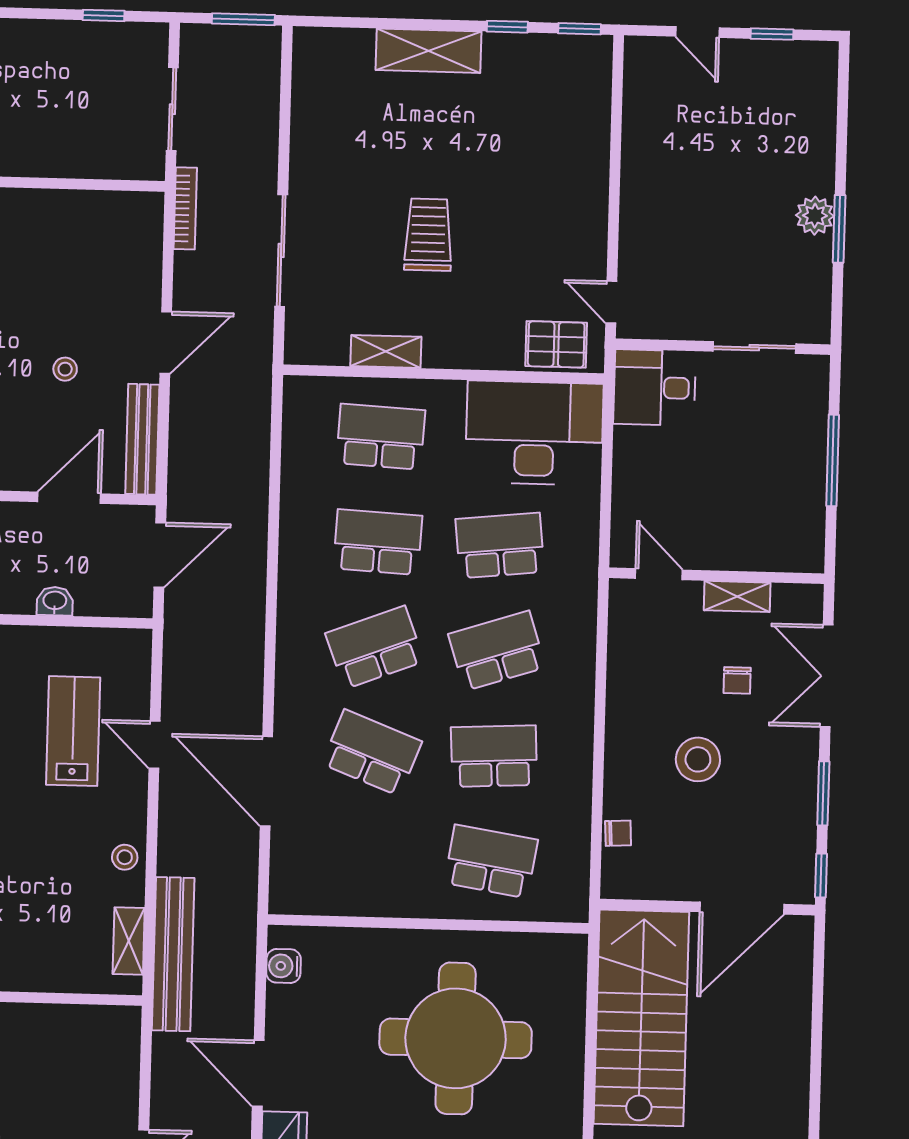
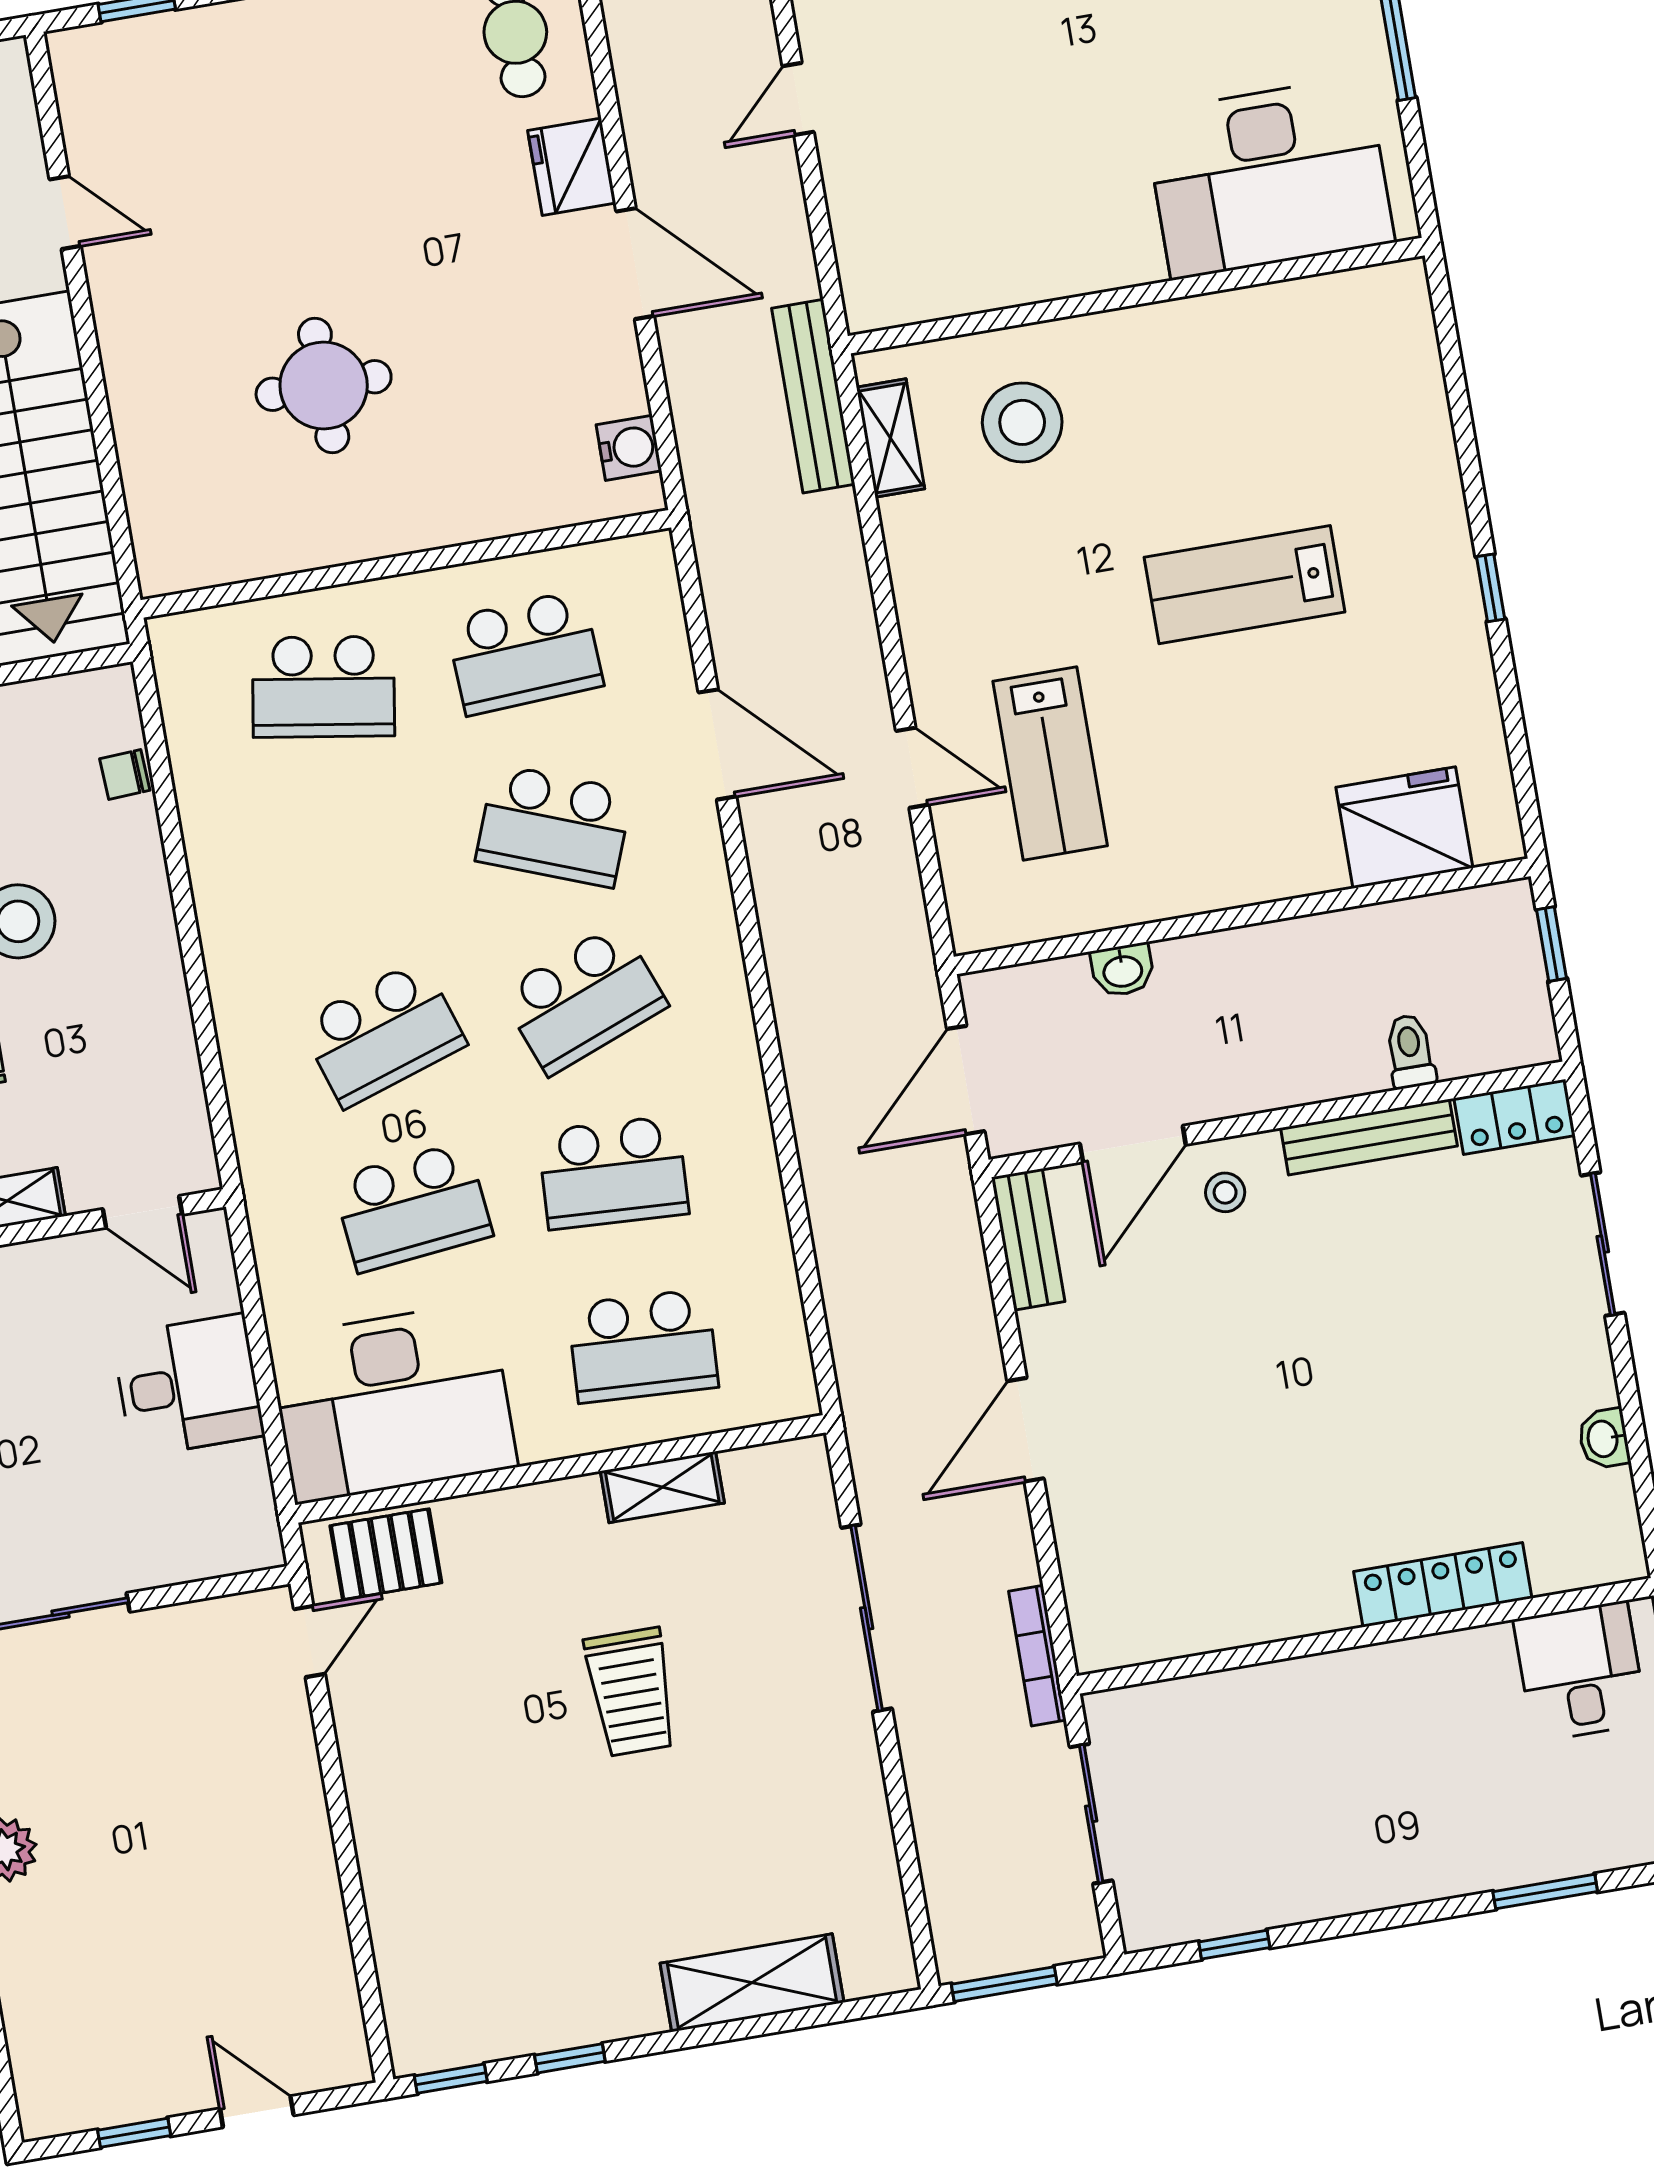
shelving: (428, 51) -> (752, 1983), moved
door: (611, 302) -> (309, 1642), hinge flipped
stool: (65, 369) -> (1225, 1192), moved
desk: (655, 388) -> (188, 1385), moved
bench: (142, 439) -> (1028, 1239), width x0.73
school desk: (494, 756) -> (524, 652), moved
door: (266, 781) -> (717, 744), width x0.73
stool: (125, 857) -> (1022, 422), moved, width x1.89, depth x1.89
bench: (173, 954) -> (813, 396), width x0.73, depth x0.82
round table: (456, 1038) -> (324, 385), width x0.54, depth x0.54

